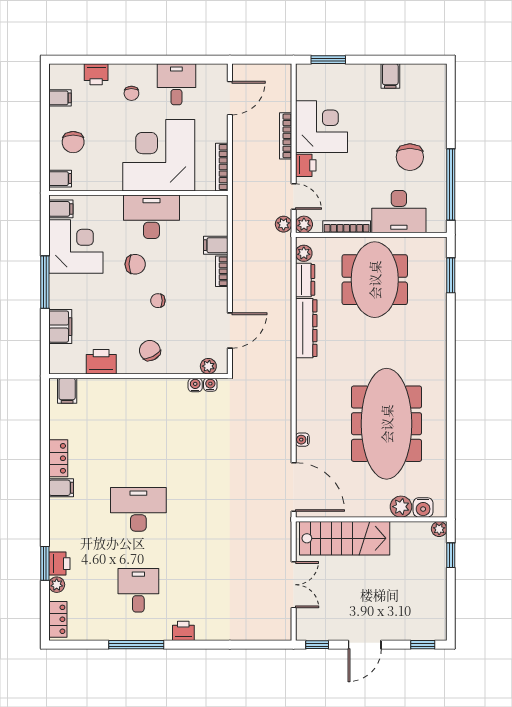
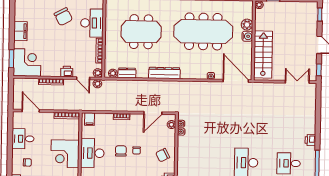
filing cabinet: (390, 76) -> (20, 31), width x2.00
corner desk: (322, 127) -> (27, 62), moved, turned 90
corner desk: (159, 155) -> (65, 154), width x0.74, depth x0.74
chair: (410, 157) -> (63, 17), turned 62
door: (294, 197) -> (83, 78), swing flipped
filing cabinet: (216, 245) -> (90, 119), moved
chair: (135, 264) -> (121, 151), moved
meeting table: (375, 280) -> (141, 32), moved
dresser: (306, 328) -> (164, 73), moved
door: (230, 330) -> (153, 113), swing flipped
door: (294, 487) -> (236, 81), hinge flipped
water cooler: (423, 507) -> (247, 36), moved
double door: (294, 585) -> (297, 82), moved

